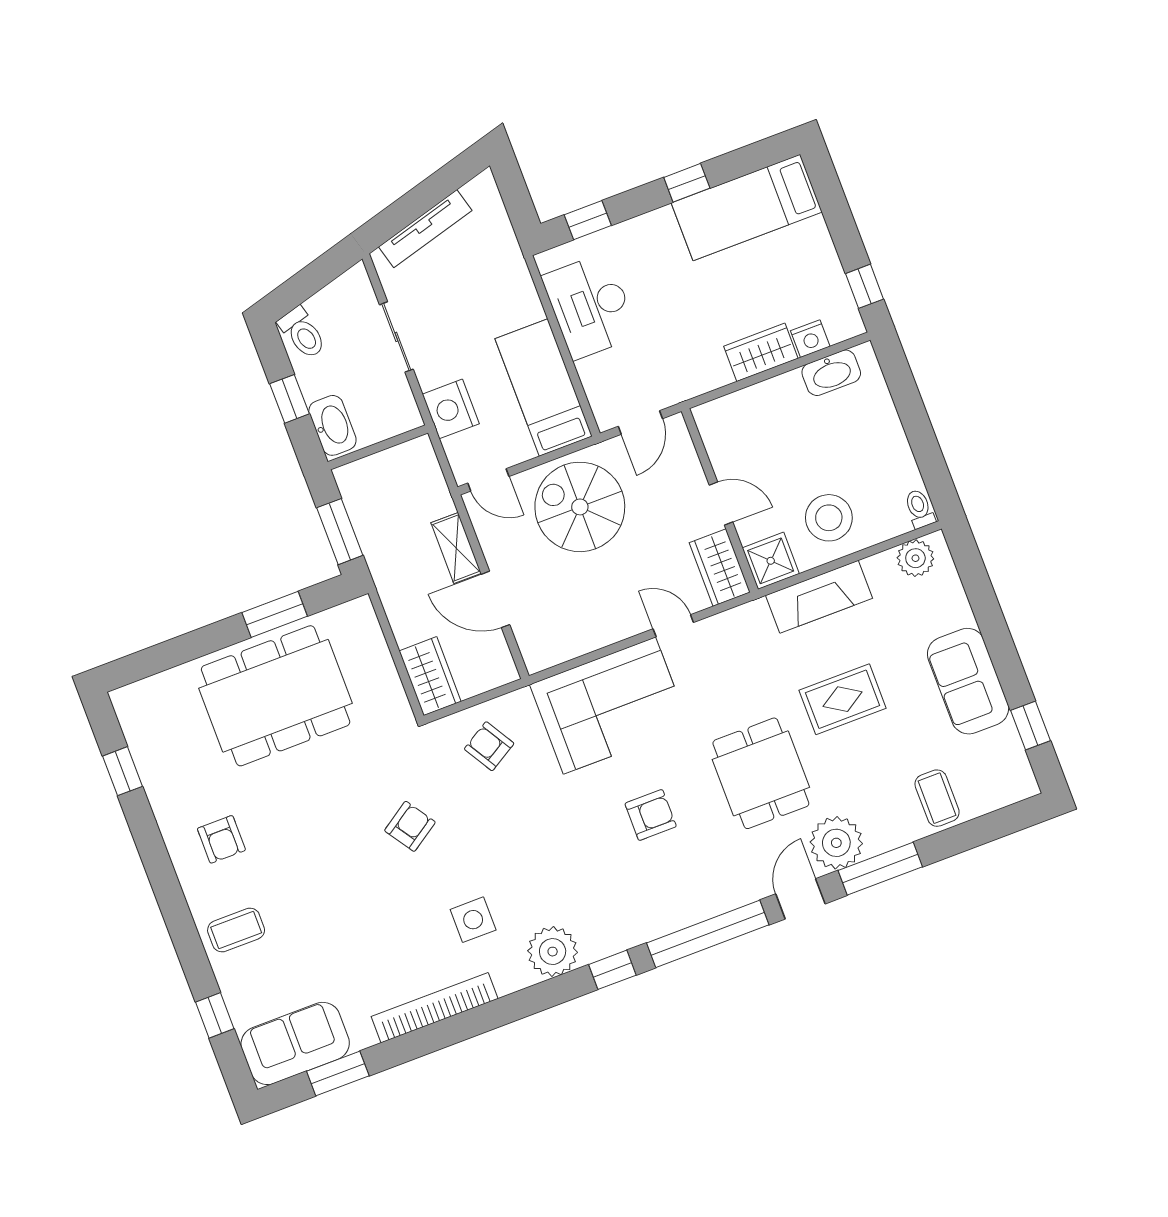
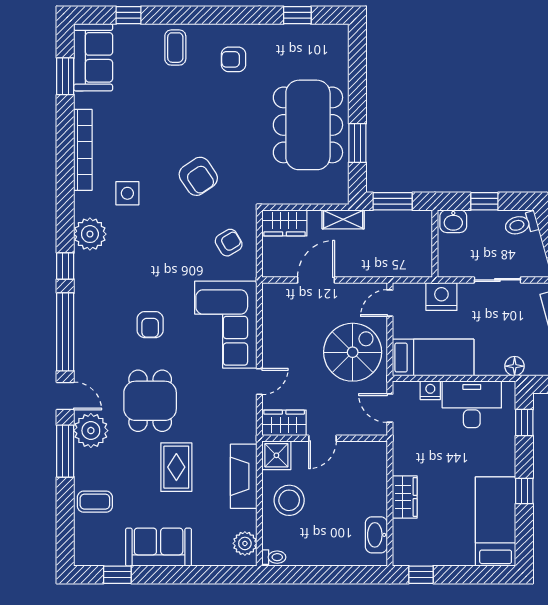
floor lamp: (512, 265) -> (515, 366), added
nightstand: (810, 339) -> (430, 390), moved, turned 90
washbasin: (332, 425) -> (453, 221), width x0.72
shelving: (456, 548) -> (343, 219), moved
dining table: (761, 773) -> (150, 401), turned 90
armchair: (410, 826) -> (198, 176), width x1.38, depth x1.38

